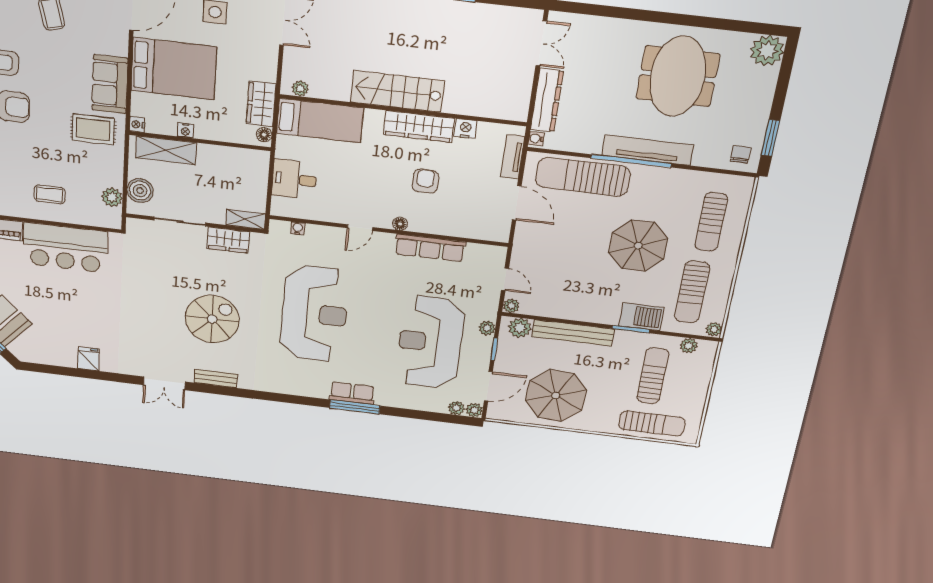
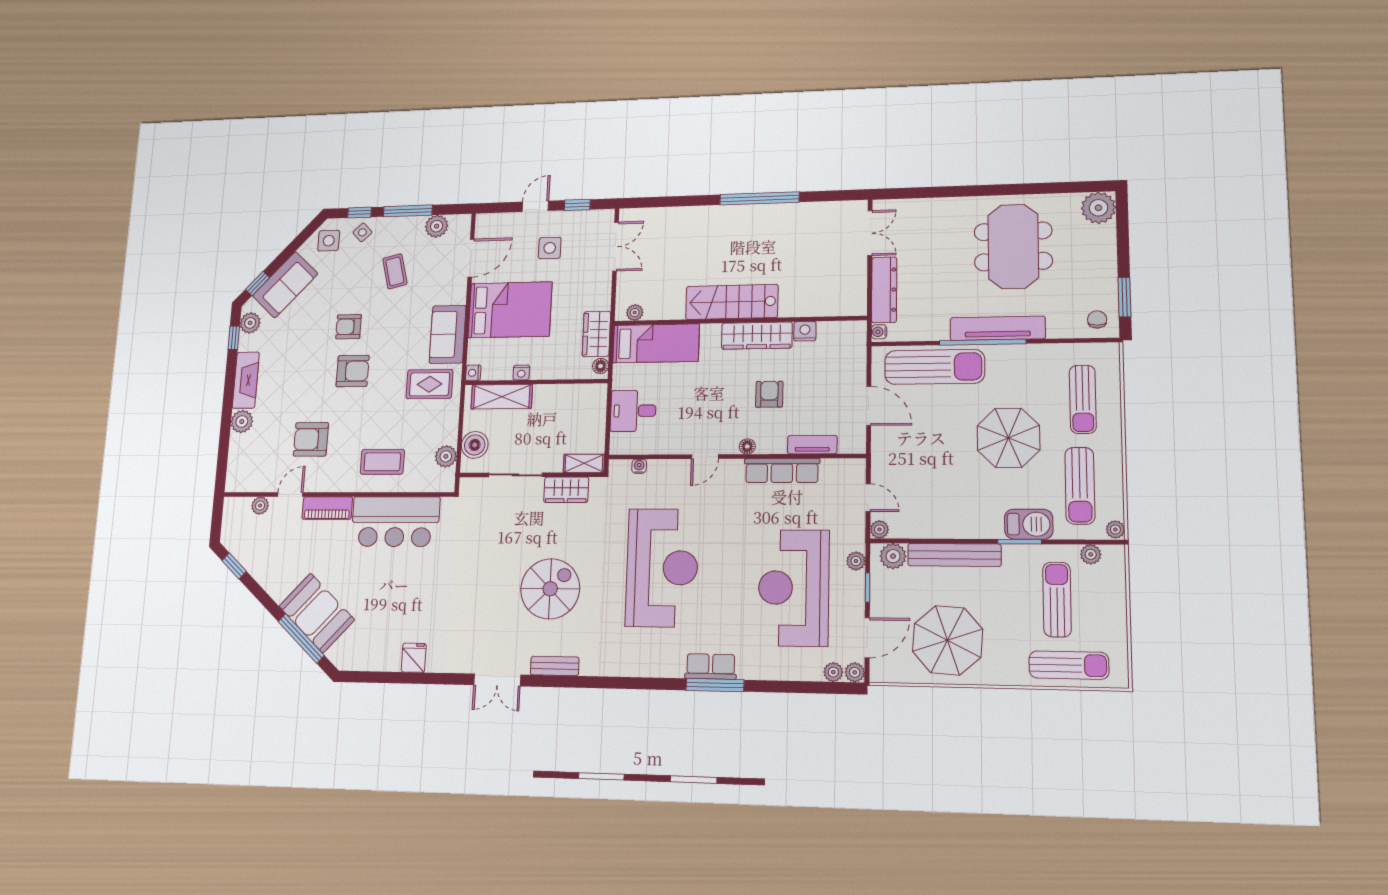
tv unit: (513, 157) -> (812, 445), moved, turned 90
sun lounger: (583, 177) -> (935, 367), turned 180
coffee table: (50, 194) -> (382, 462), width x1.36, depth x1.30

